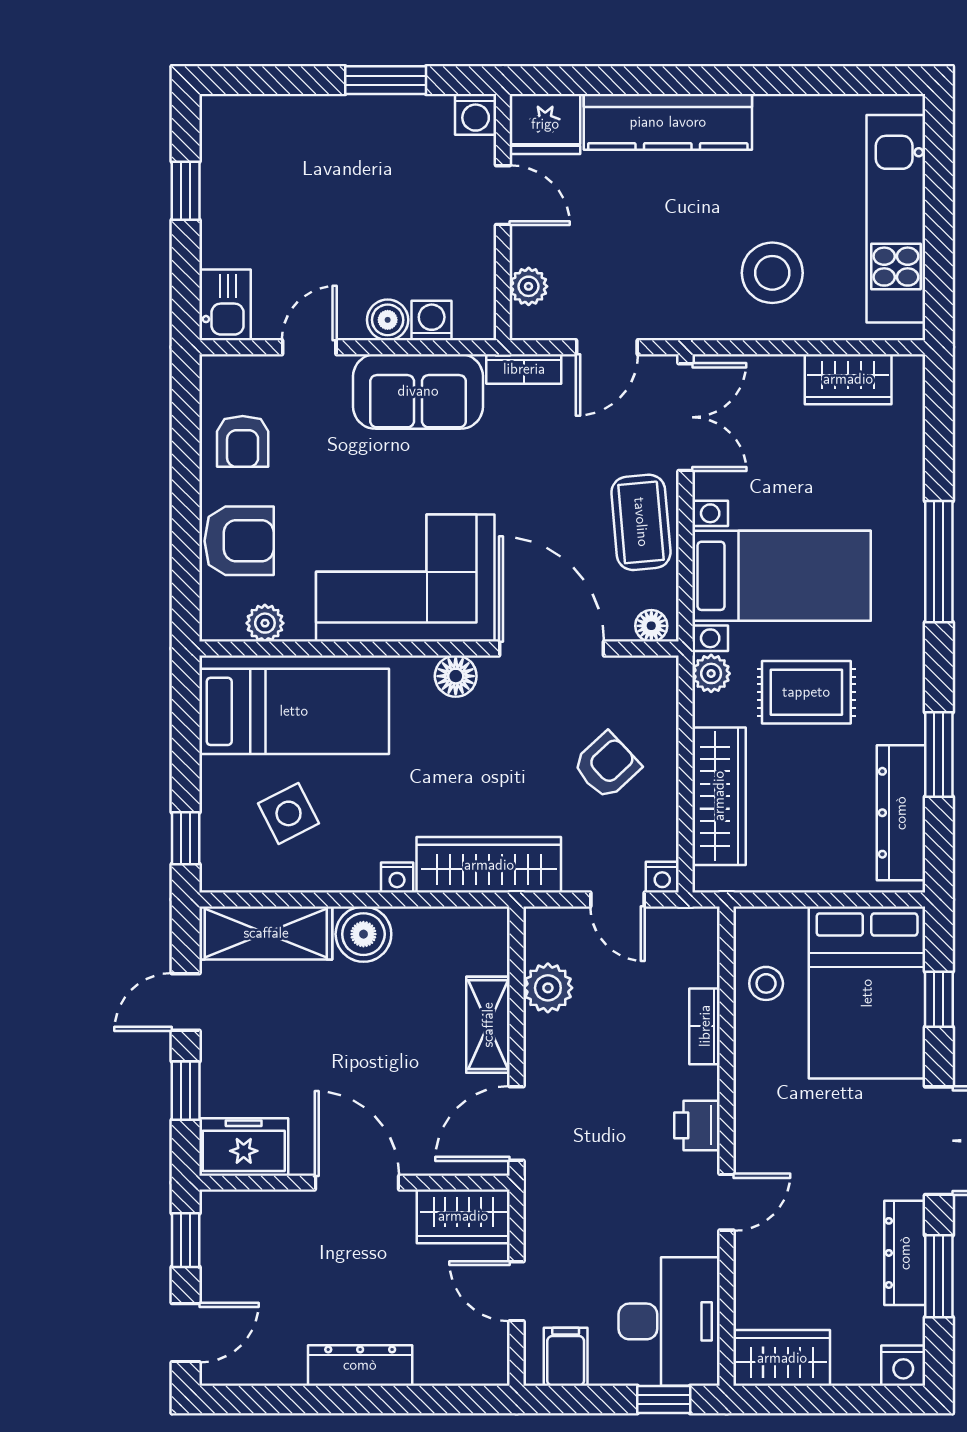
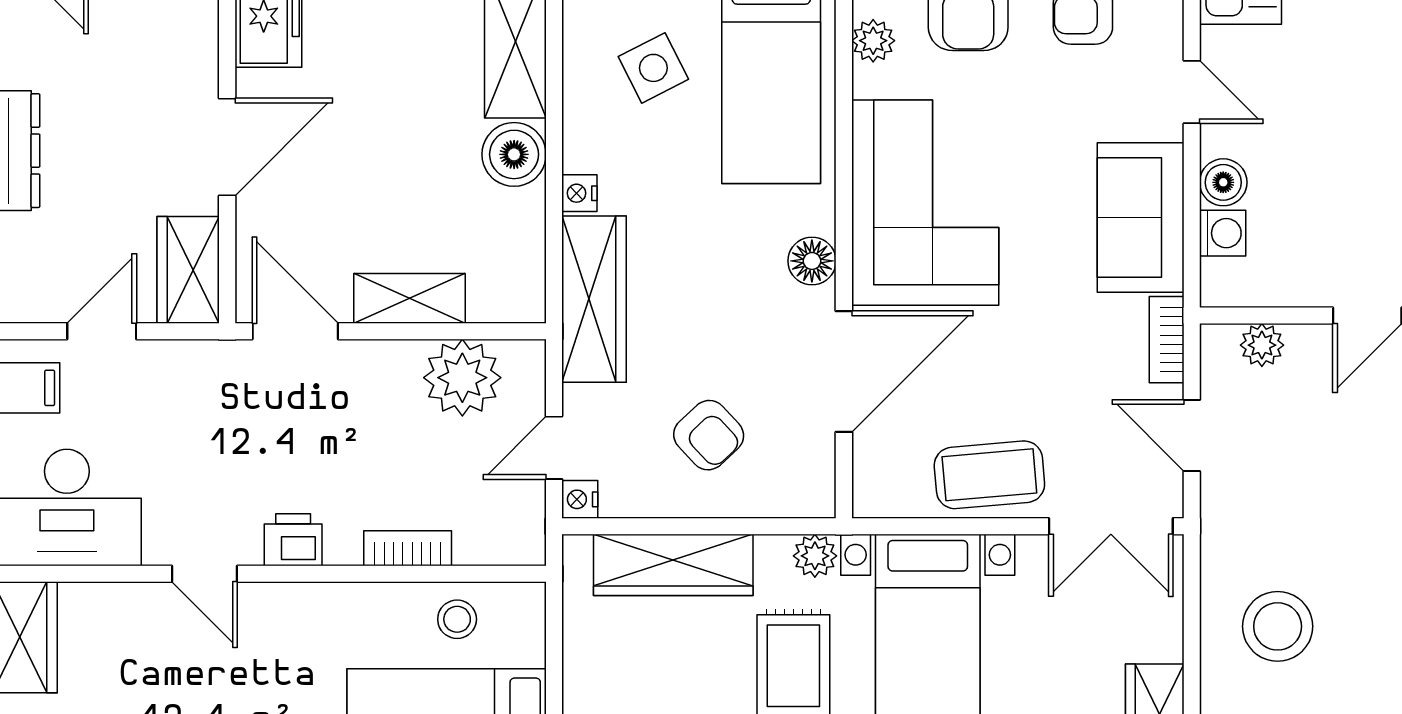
floor lamp: (651, 626) -> (870, 487), removed
plant: (548, 988) -> (462, 378), width x1.36, depth x1.36

